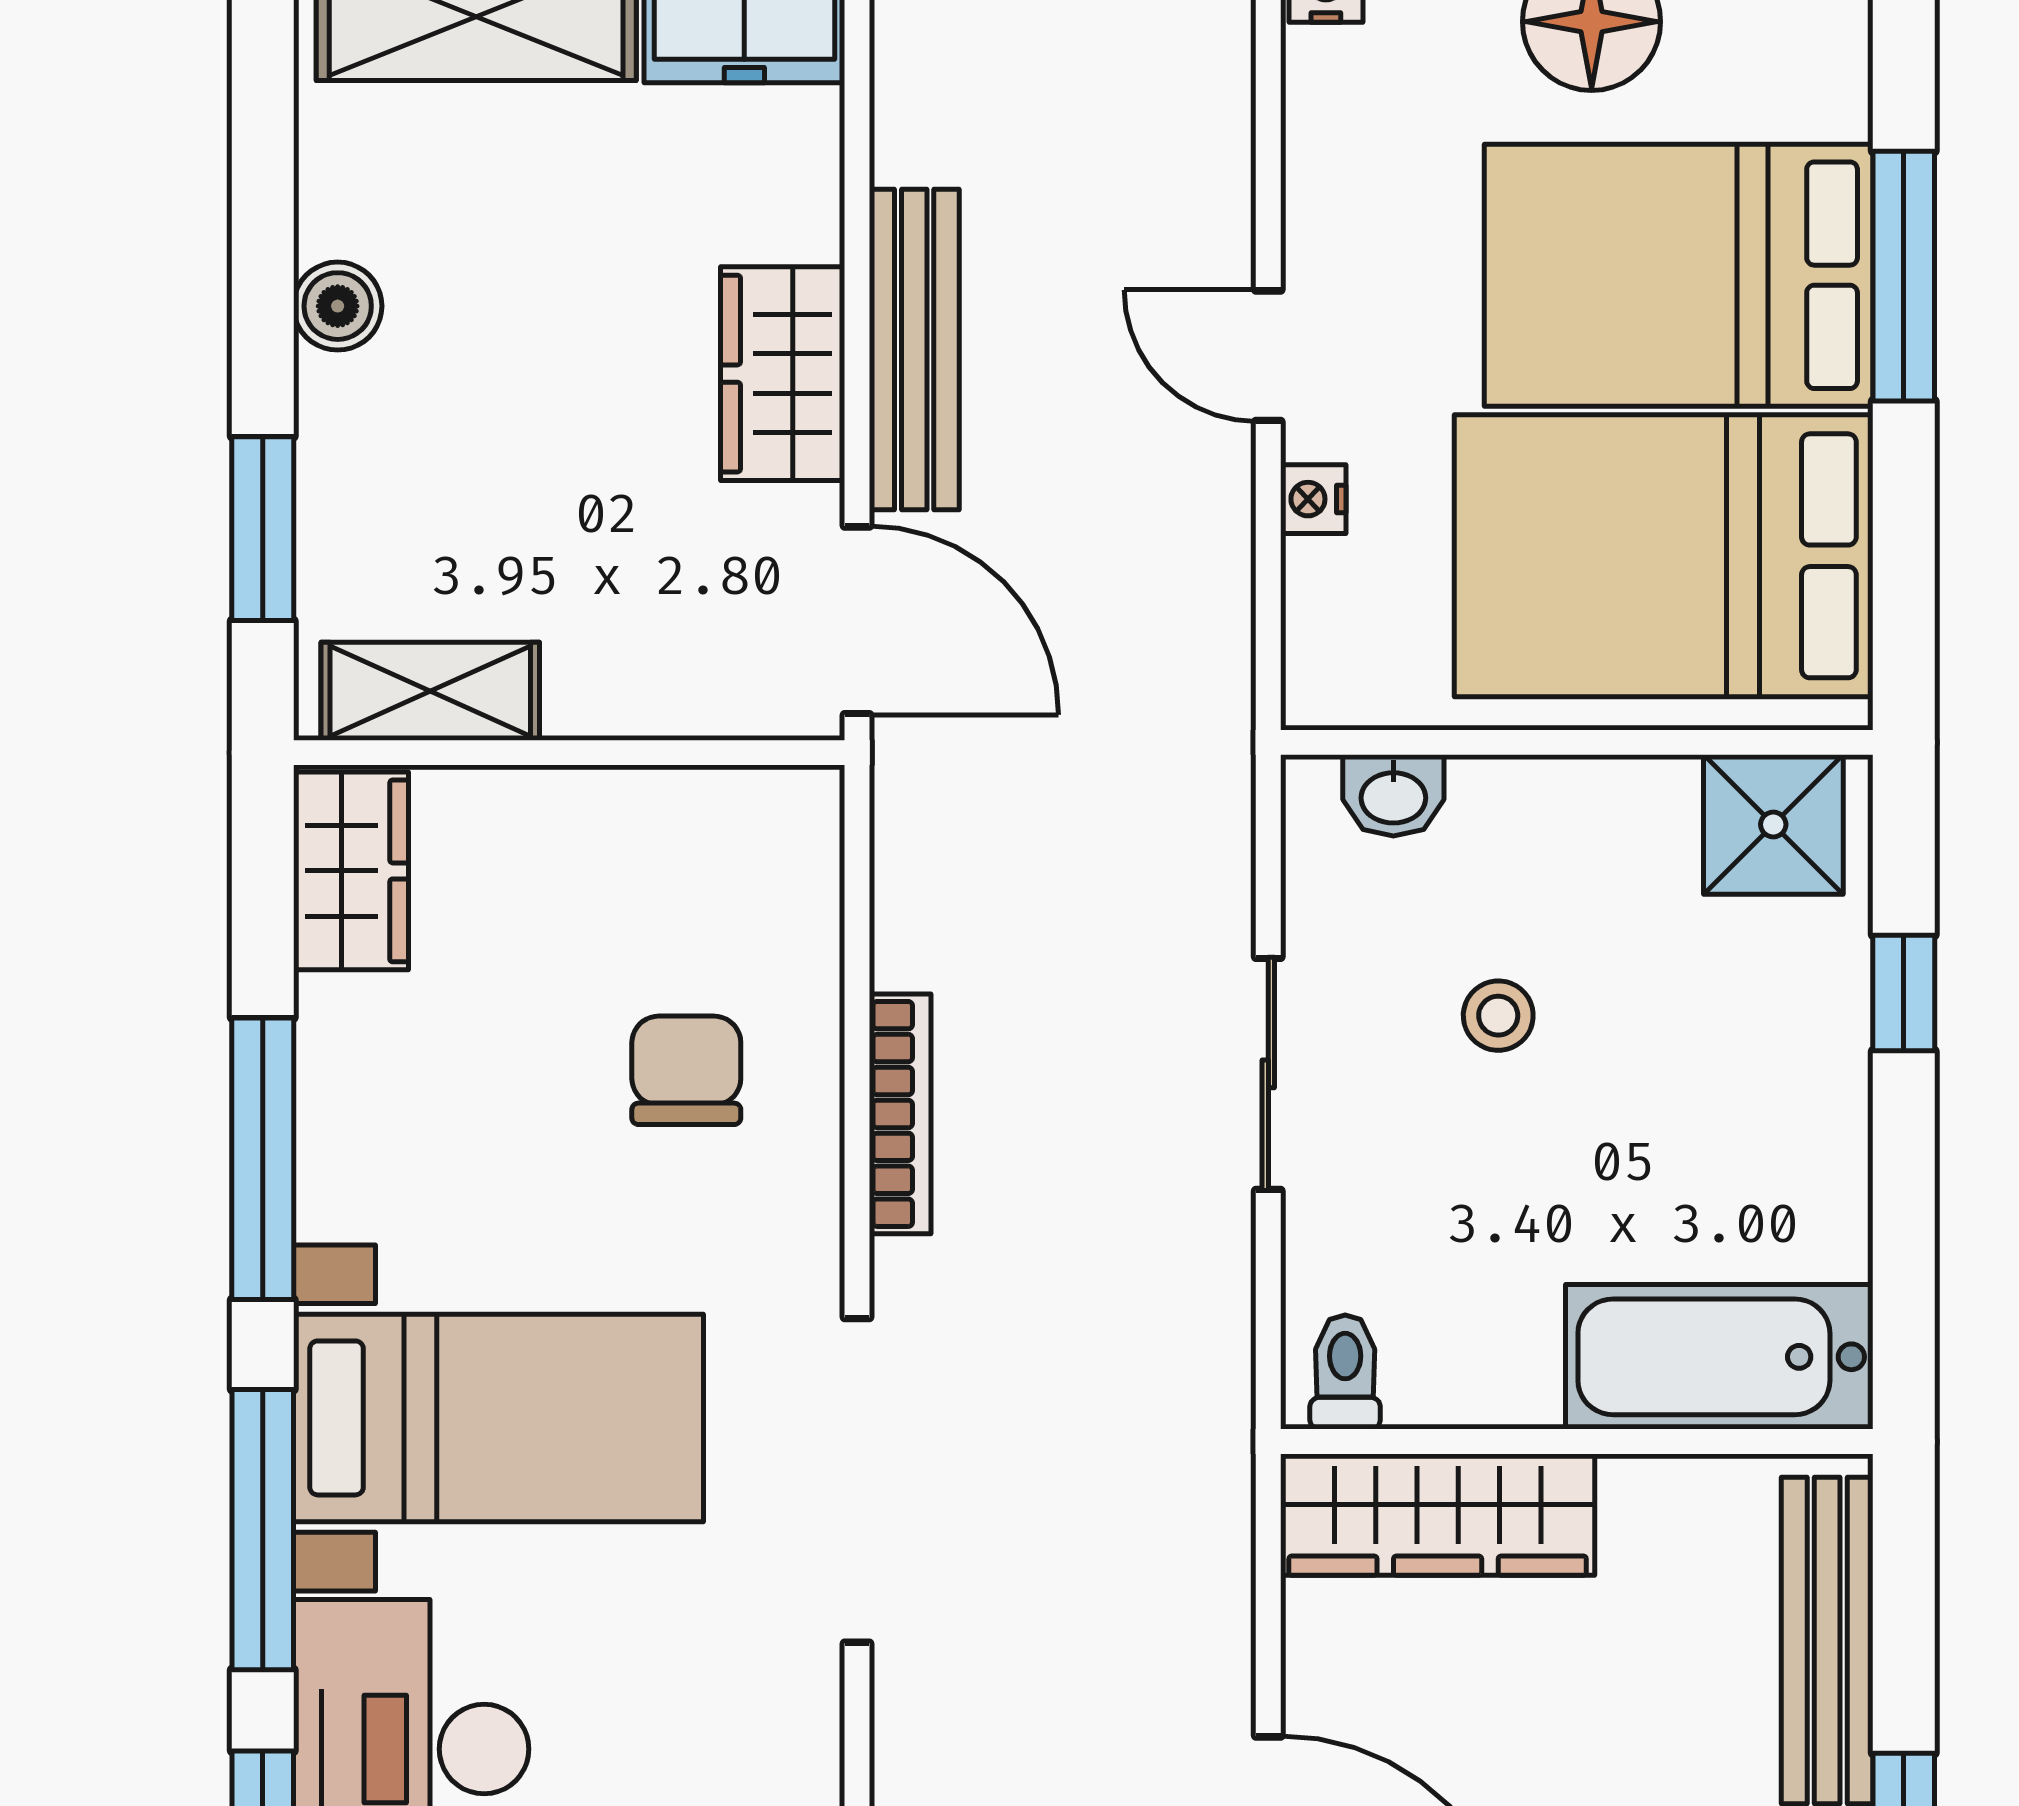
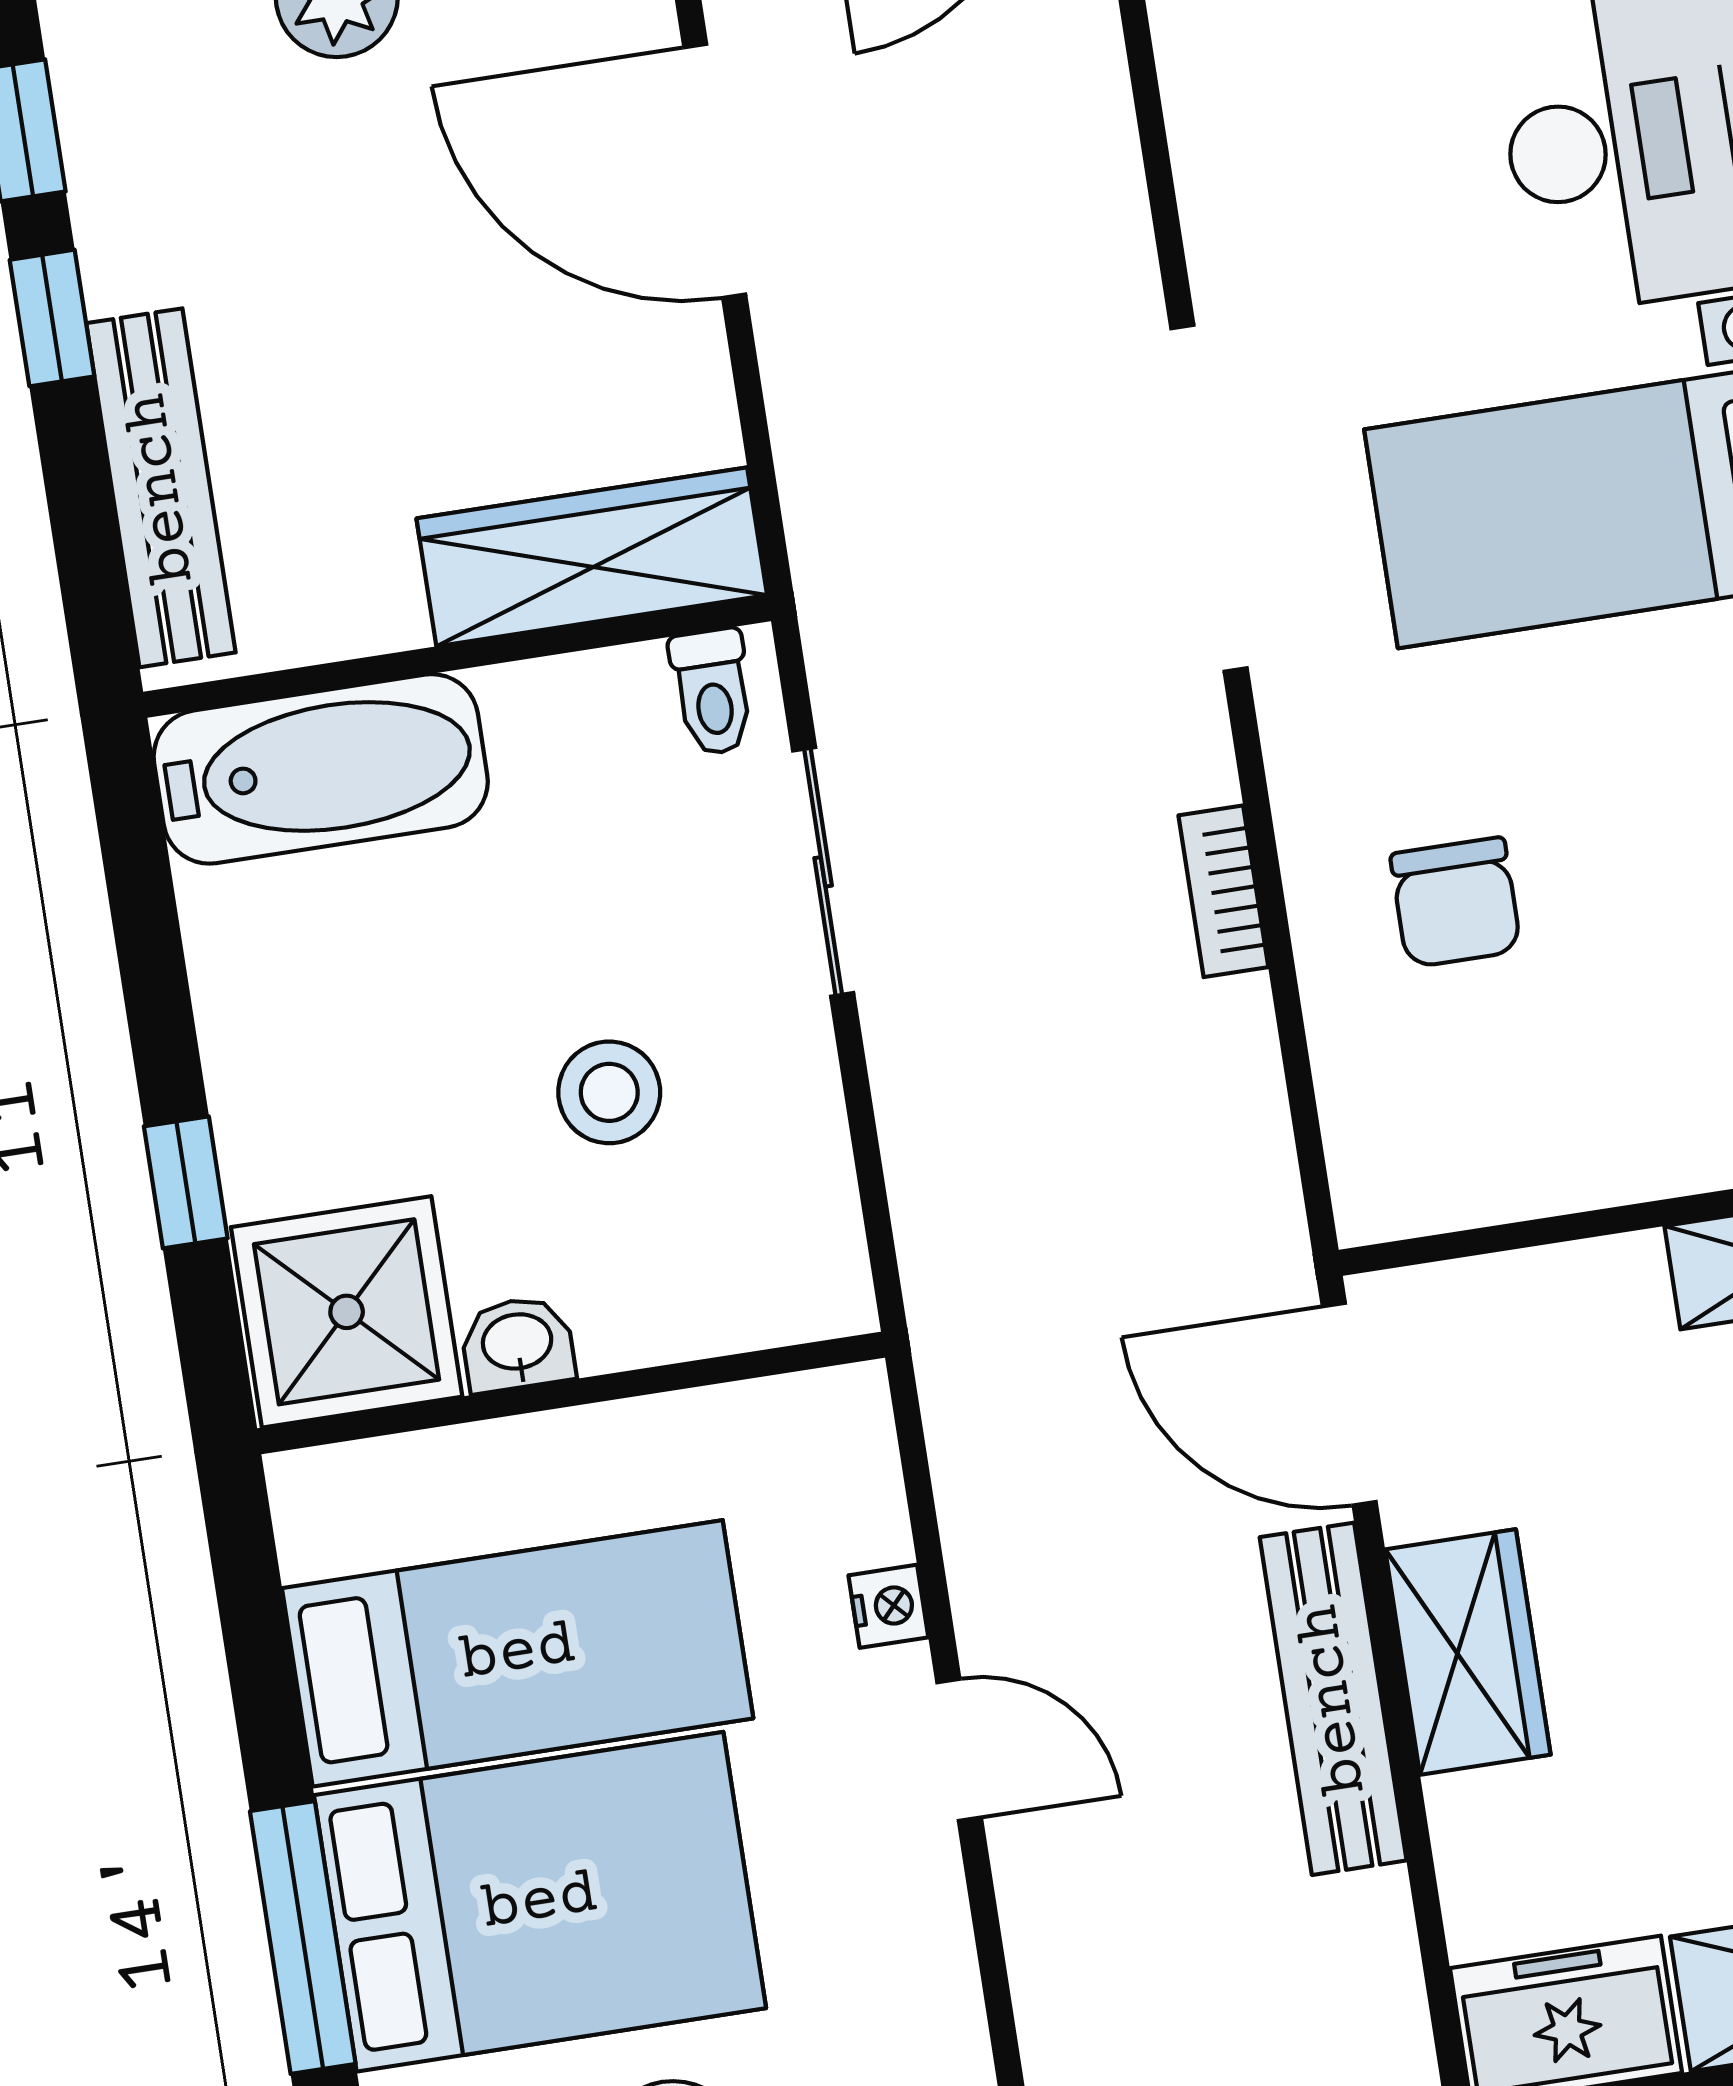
bed: (1664, 556) -> (518, 1653), width x0.67
washbasin: (1393, 795) -> (517, 1344), moved
shower: (1773, 824) -> (347, 1312), width x1.36, depth x1.36
stool: (1498, 1016) -> (609, 1092), width x1.37, depth x1.37
sliding door: (1268, 1074) -> (823, 872), moved
bookcase: (900, 1114) -> (1223, 891), width x0.64

